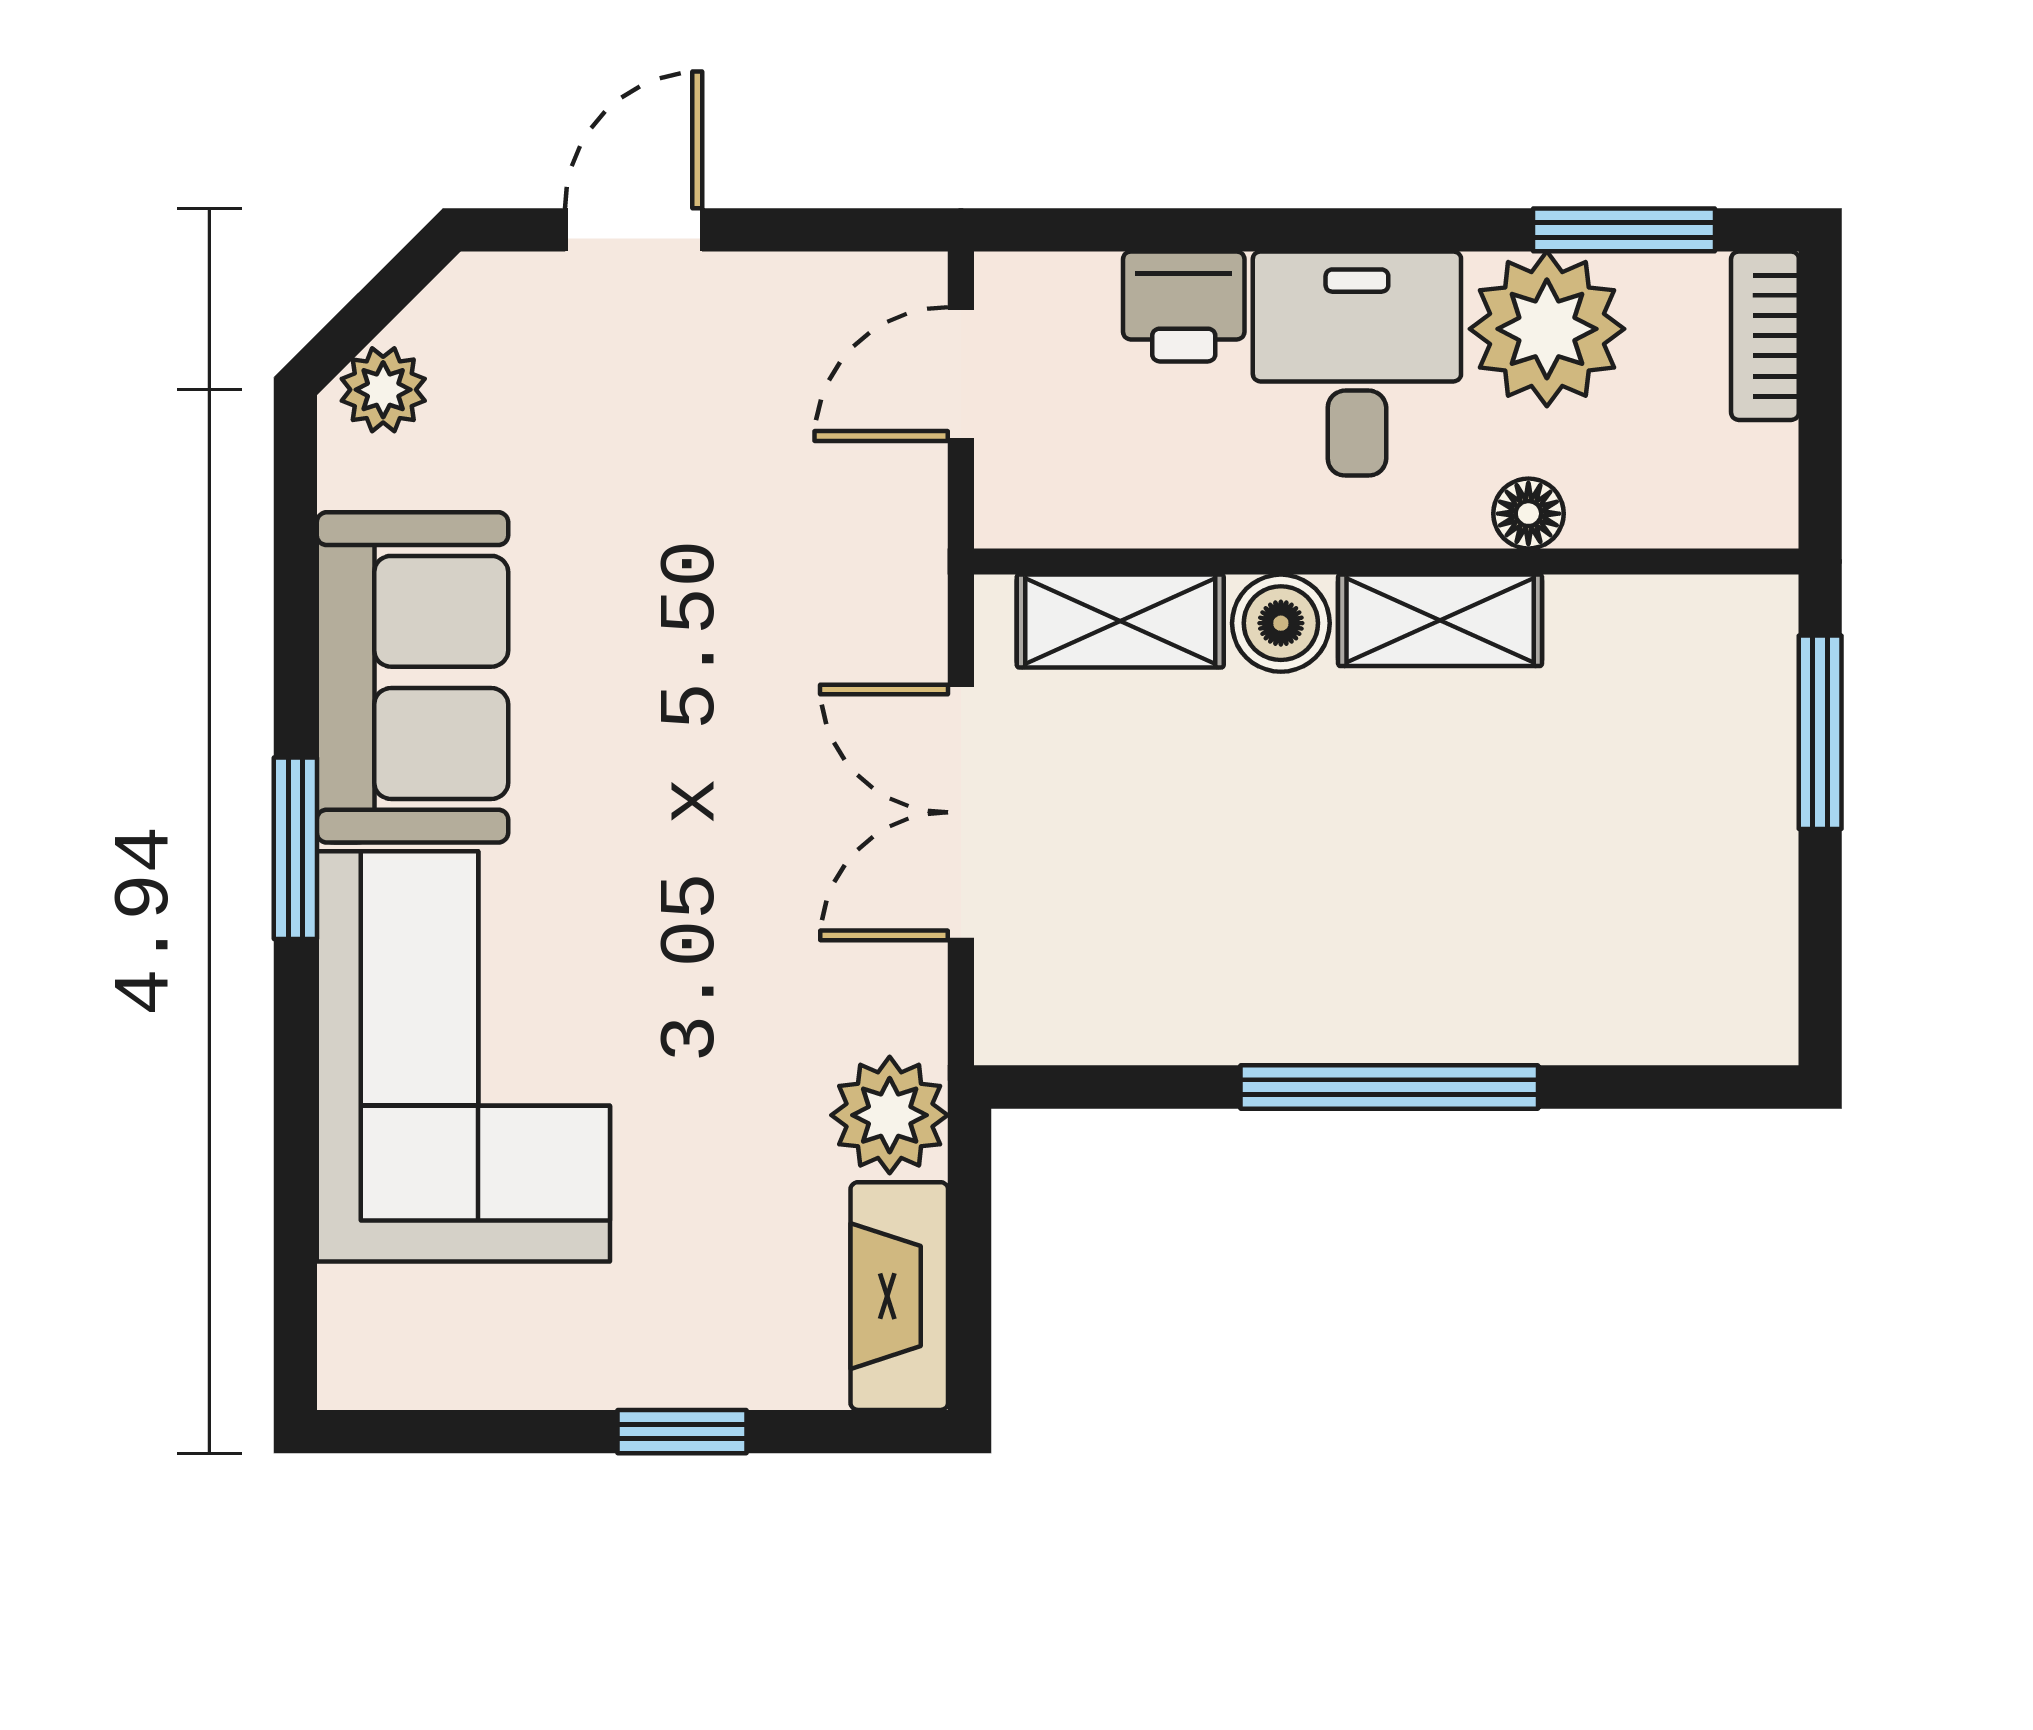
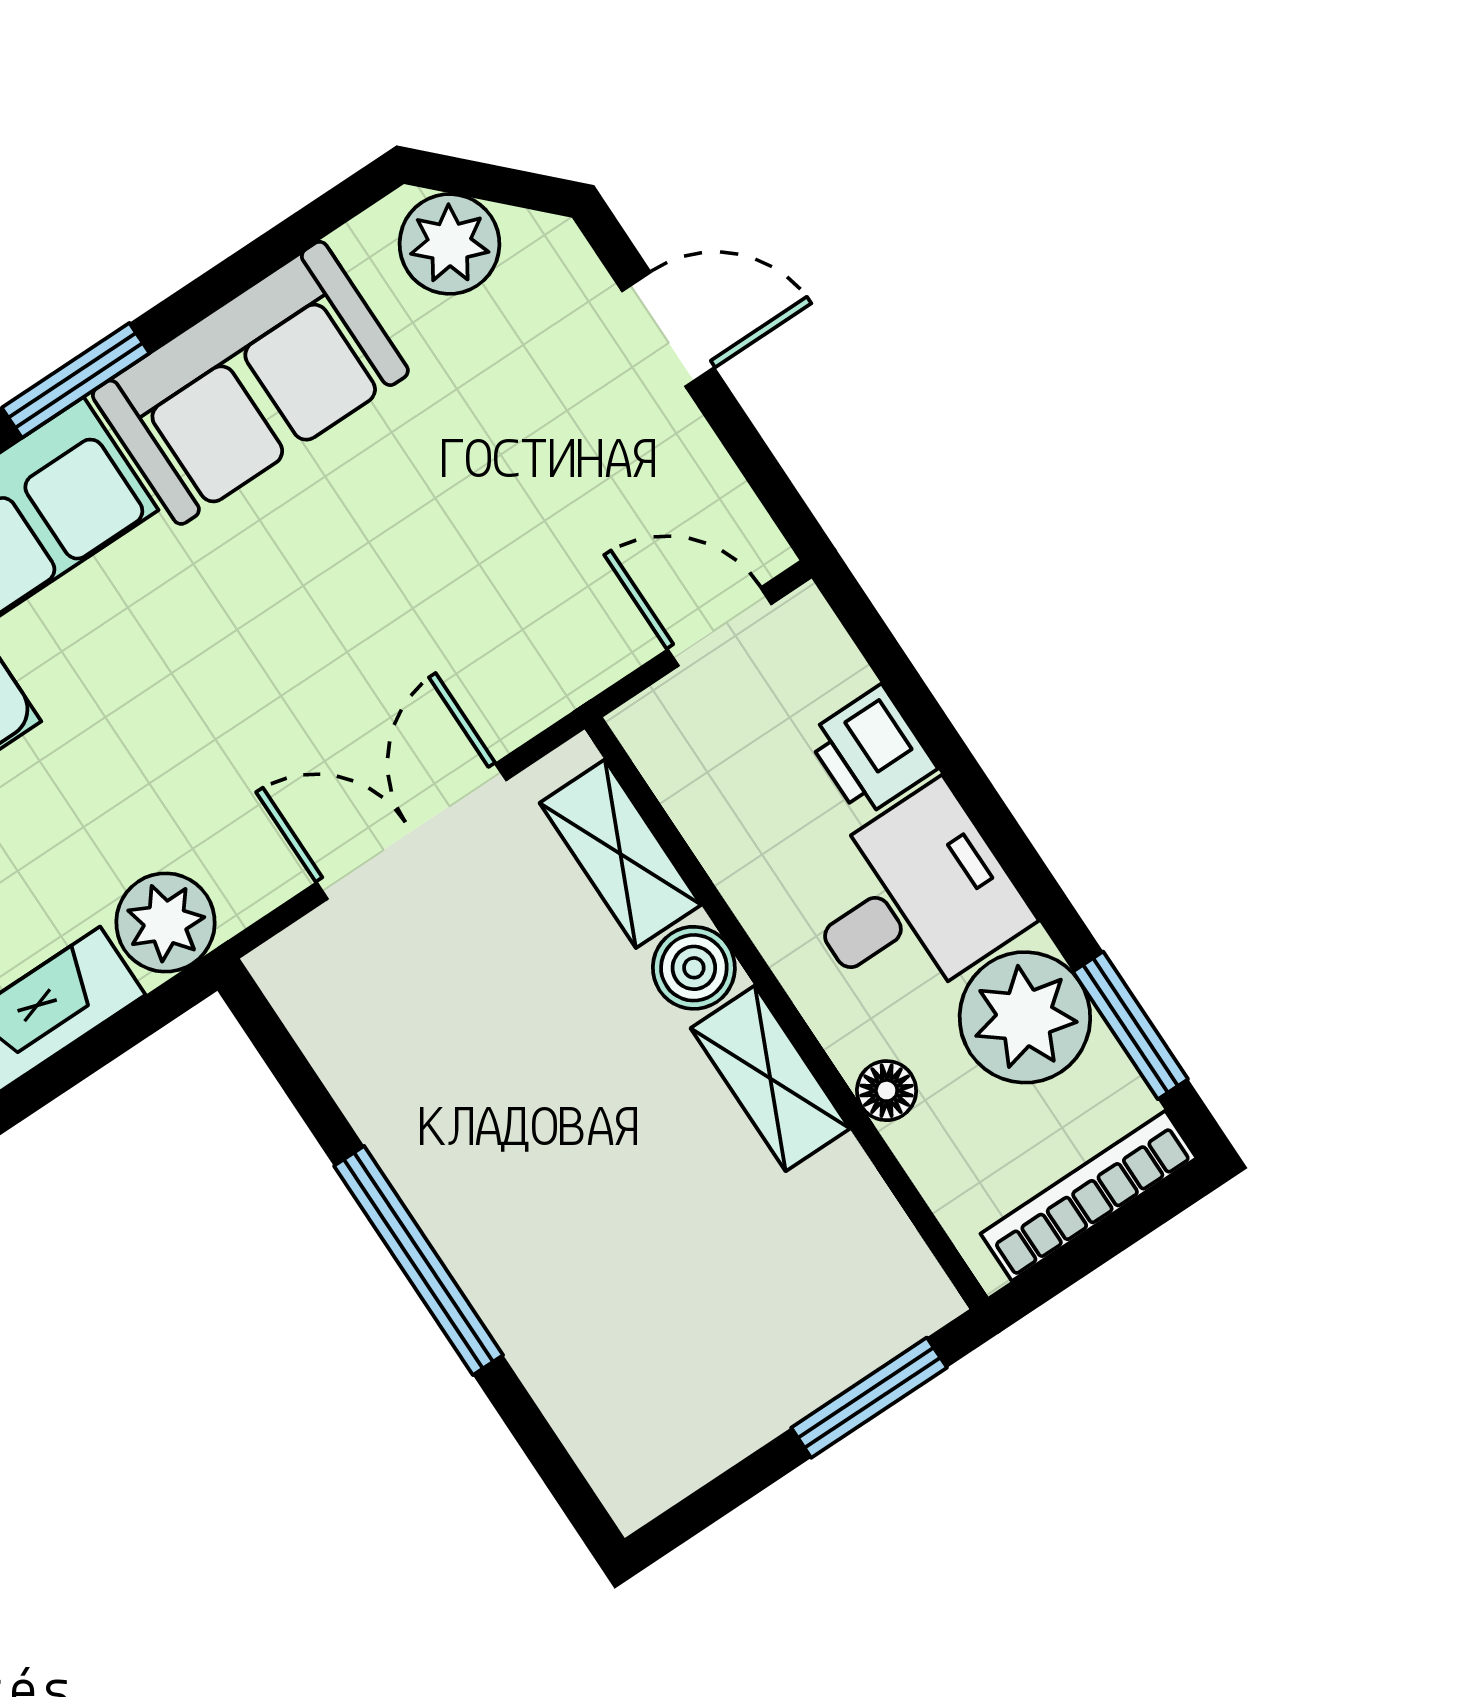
bookcase: (1765, 336) -> (1089, 1196), width x1.56
plant: (383, 390) -> (449, 244), width x1.38, depth x1.38

